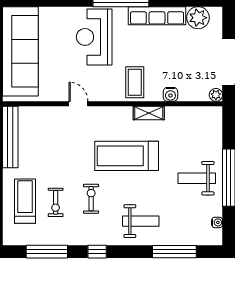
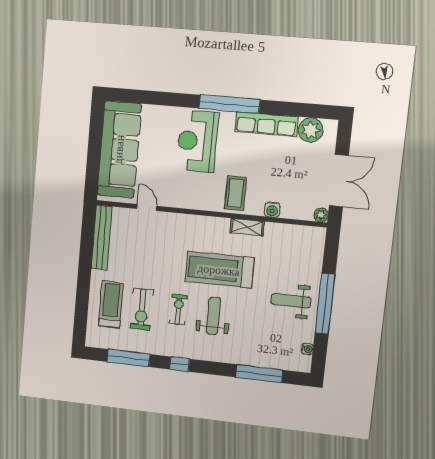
door: (78, 104) -> (147, 207), moved
exercise bike: (56, 202) -> (142, 309), width x1.38, depth x1.39
weight bench: (141, 221) -> (213, 316), moved, turned -90

